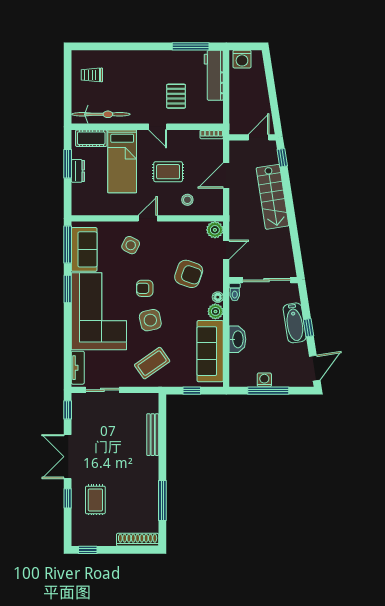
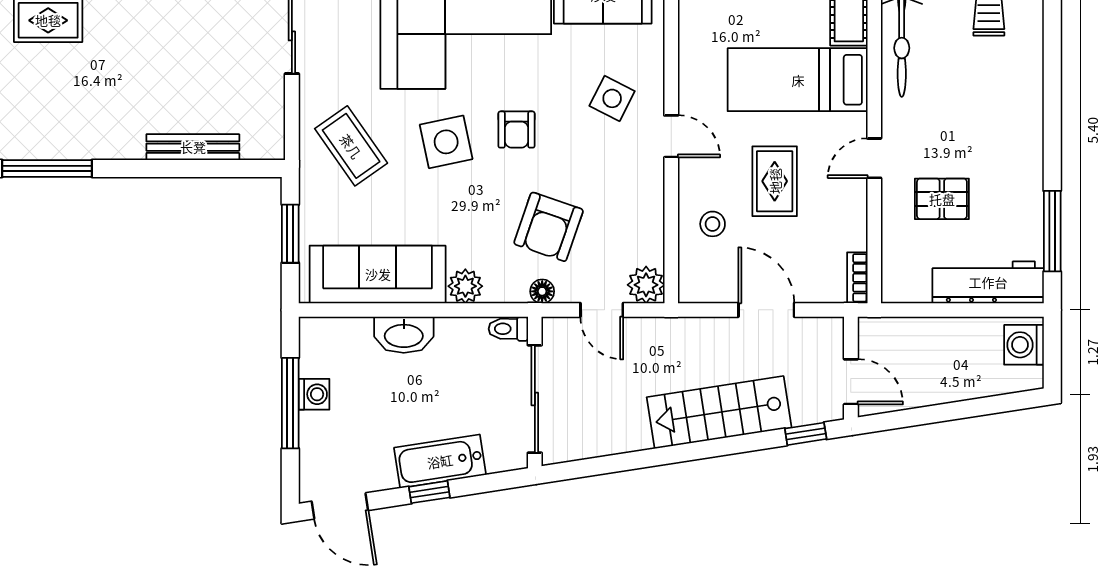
armchair: (145, 288) -> (516, 130), turned 180
floor lamp: (218, 297) -> (542, 291), moved
window: (192, 391) -> (290, 234), width x1.50

